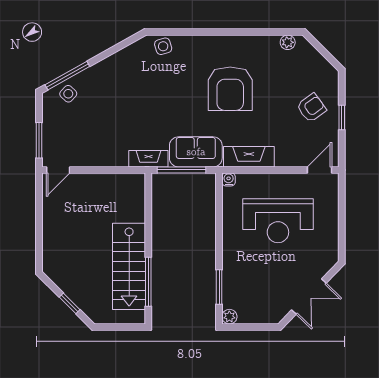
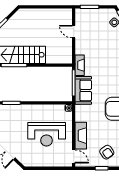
fireplace: (249, 157) -> (81, 136), moved
door: (58, 170) -> (74, 32), moved
reception desk: (278, 221) -> (47, 134), turned -90

